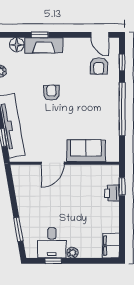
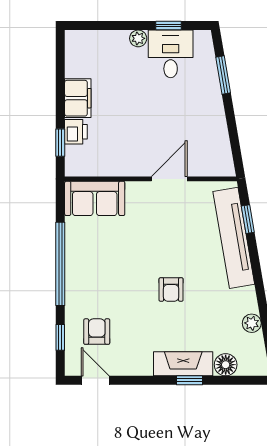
sofa: (86, 151) -> (95, 198), moved
filing cabinet: (111, 246) -> (78, 98), moved

